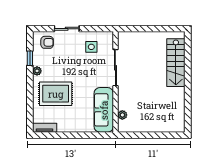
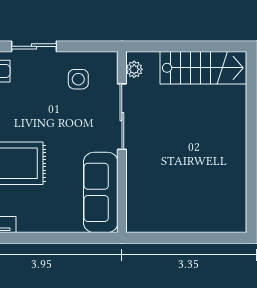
stairs: (176, 63) -> (203, 68), moved, turned -90
plant: (122, 115) -> (134, 69), moved

